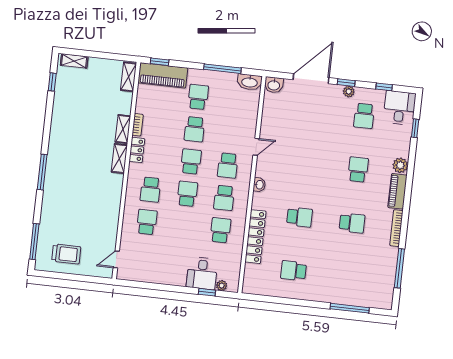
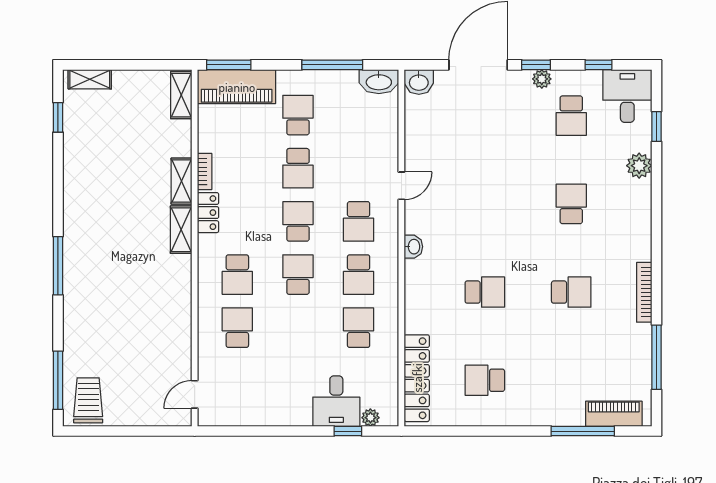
window: (160, 62) -> (229, 65), width x1.50
plant: (400, 165) -> (639, 166), moved
piano: (397, 191) -> (614, 414), moved, turned 90
locker: (256, 237) -> (417, 378), moved
trolley: (66, 254) -> (88, 400), moved, turned -90

